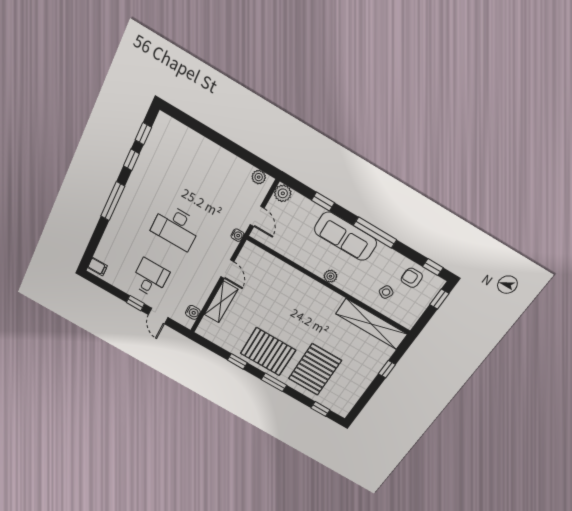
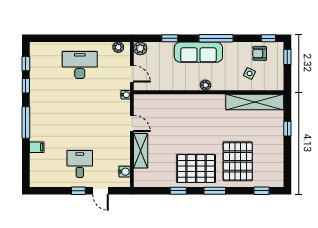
desk: (176, 227) -> (80, 65), moved, turned 180
filing cabinet: (98, 267) -> (37, 147), moved

